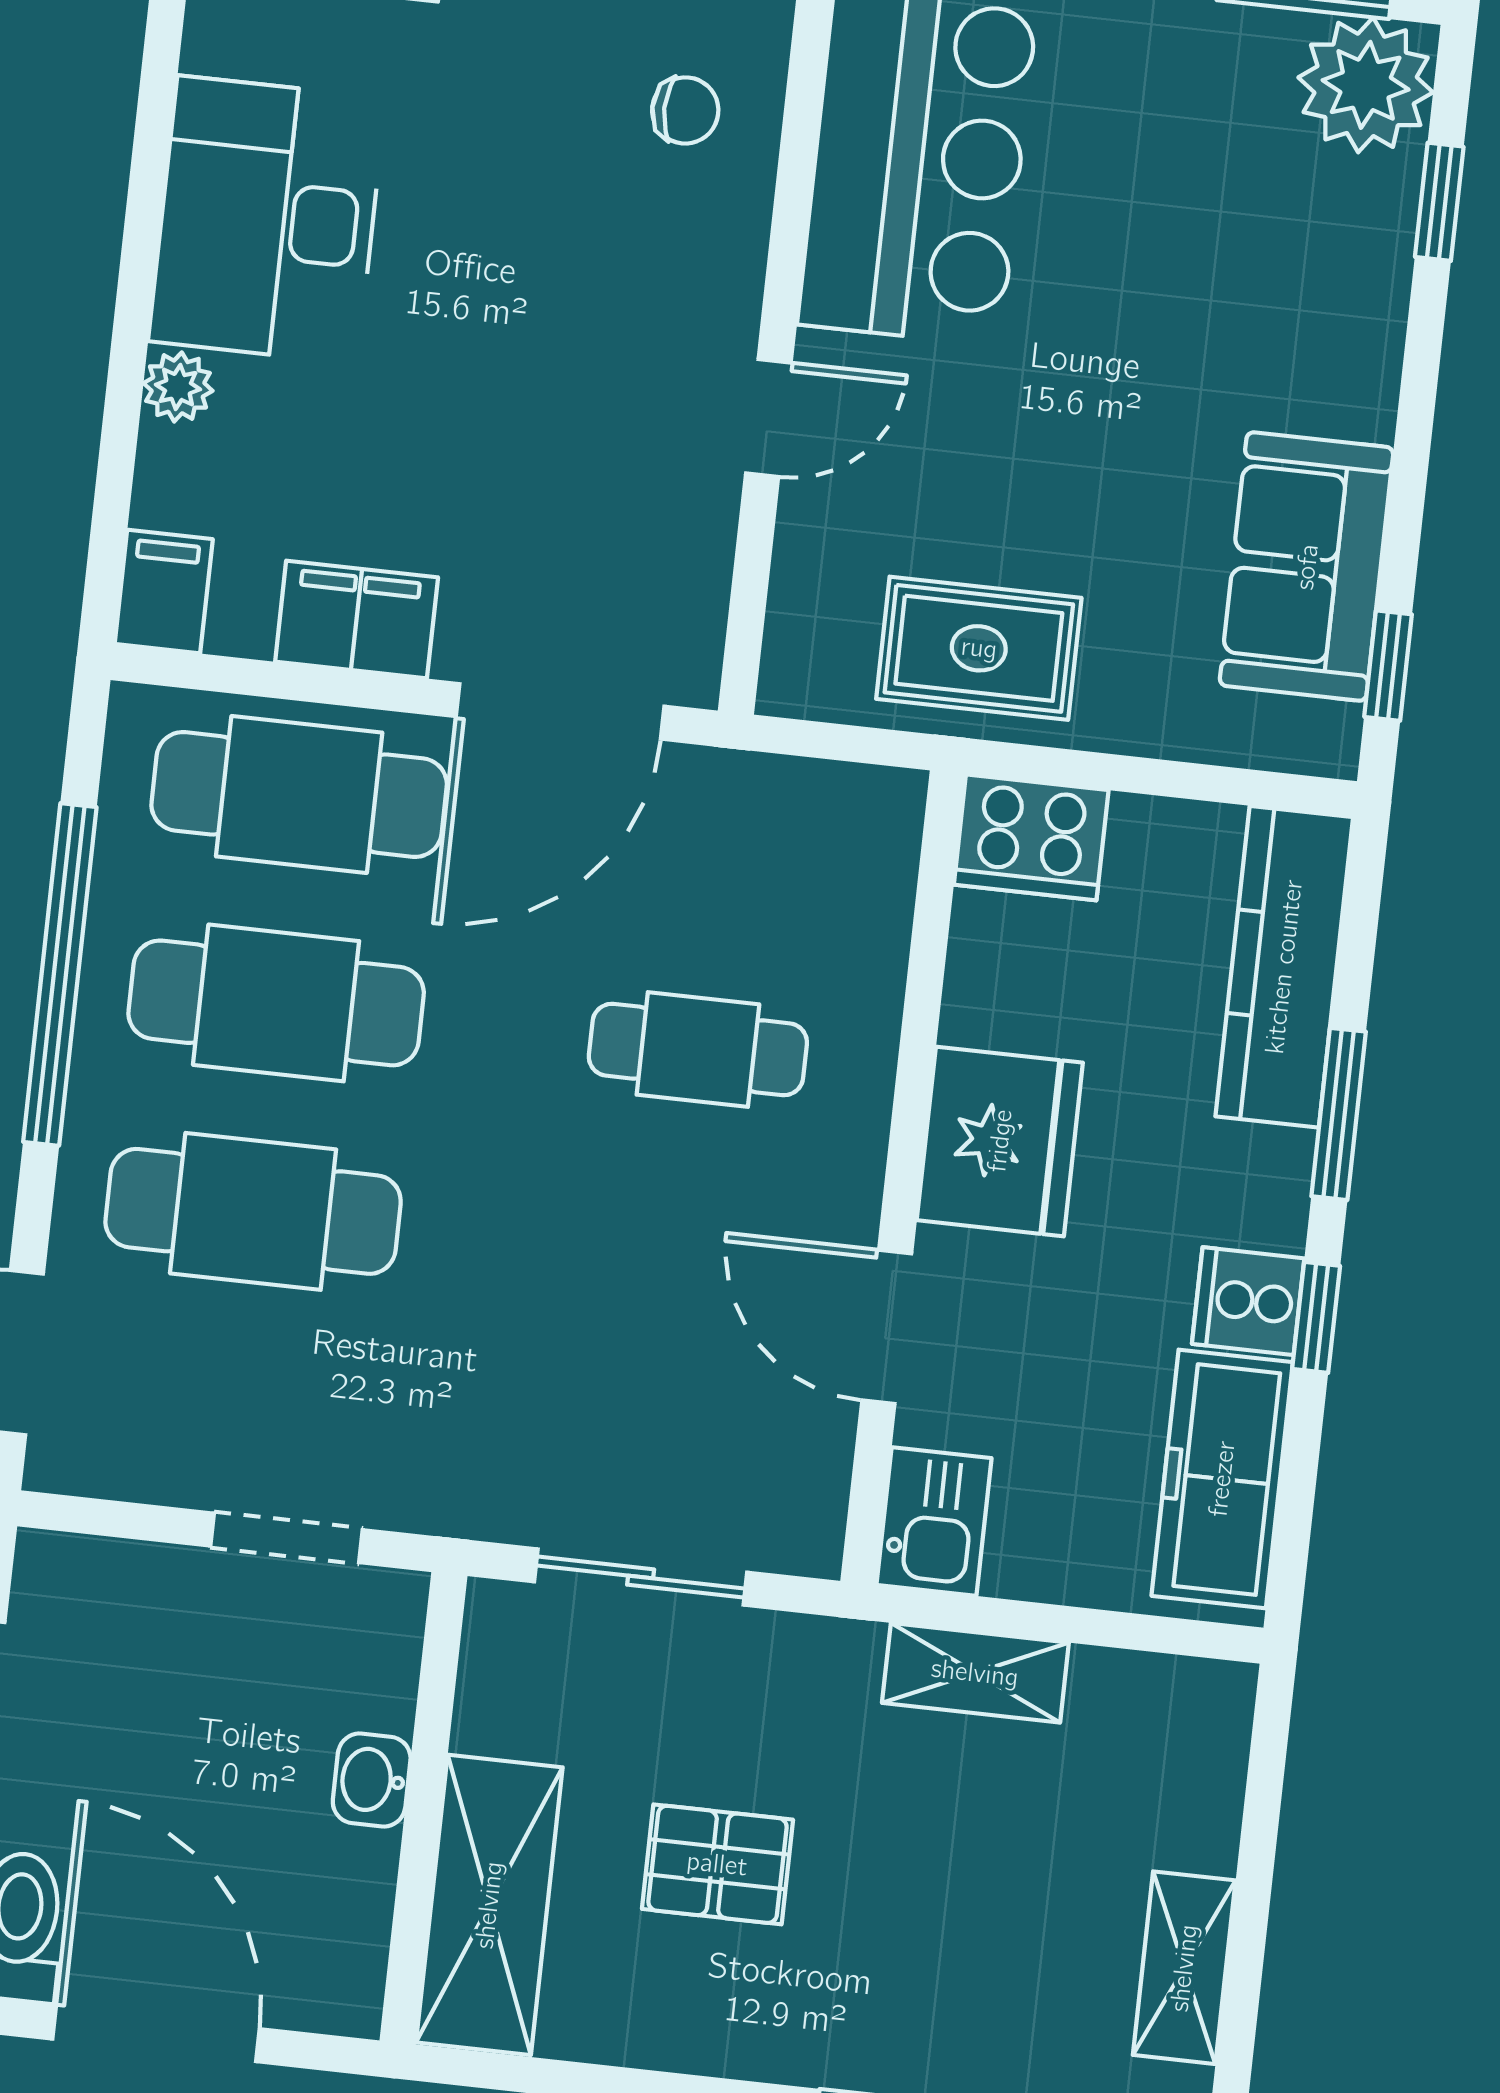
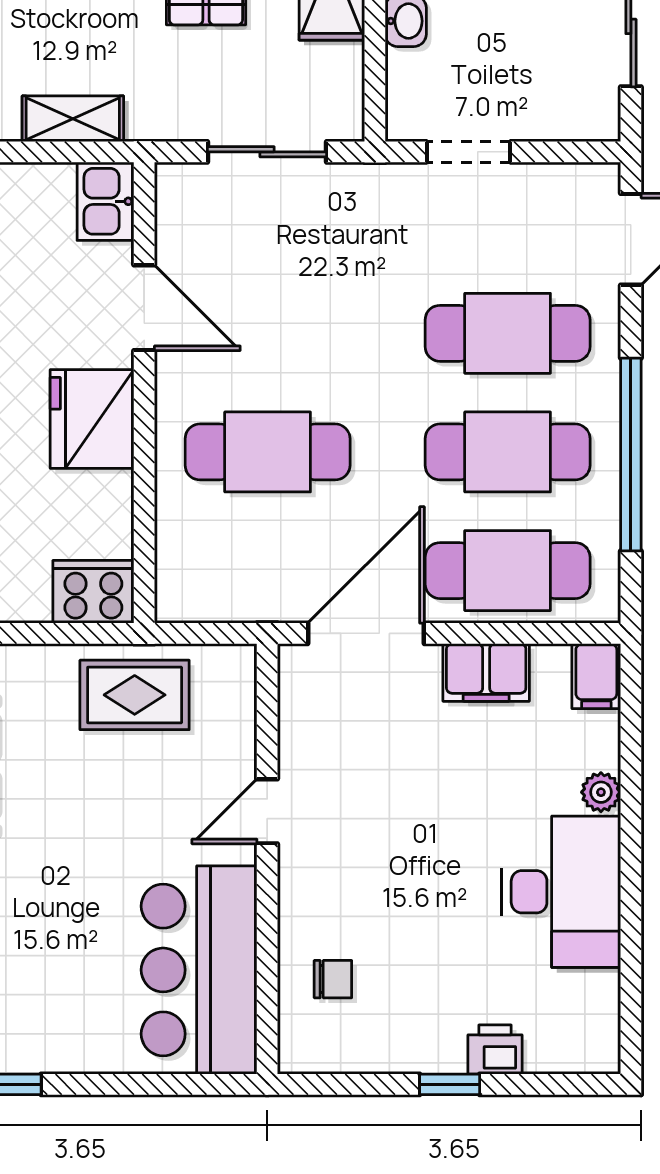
chair: (685, 110) -> (333, 979), turned 180
cafe table: (698, 1049) -> (268, 452), width x1.37, depth x1.35

